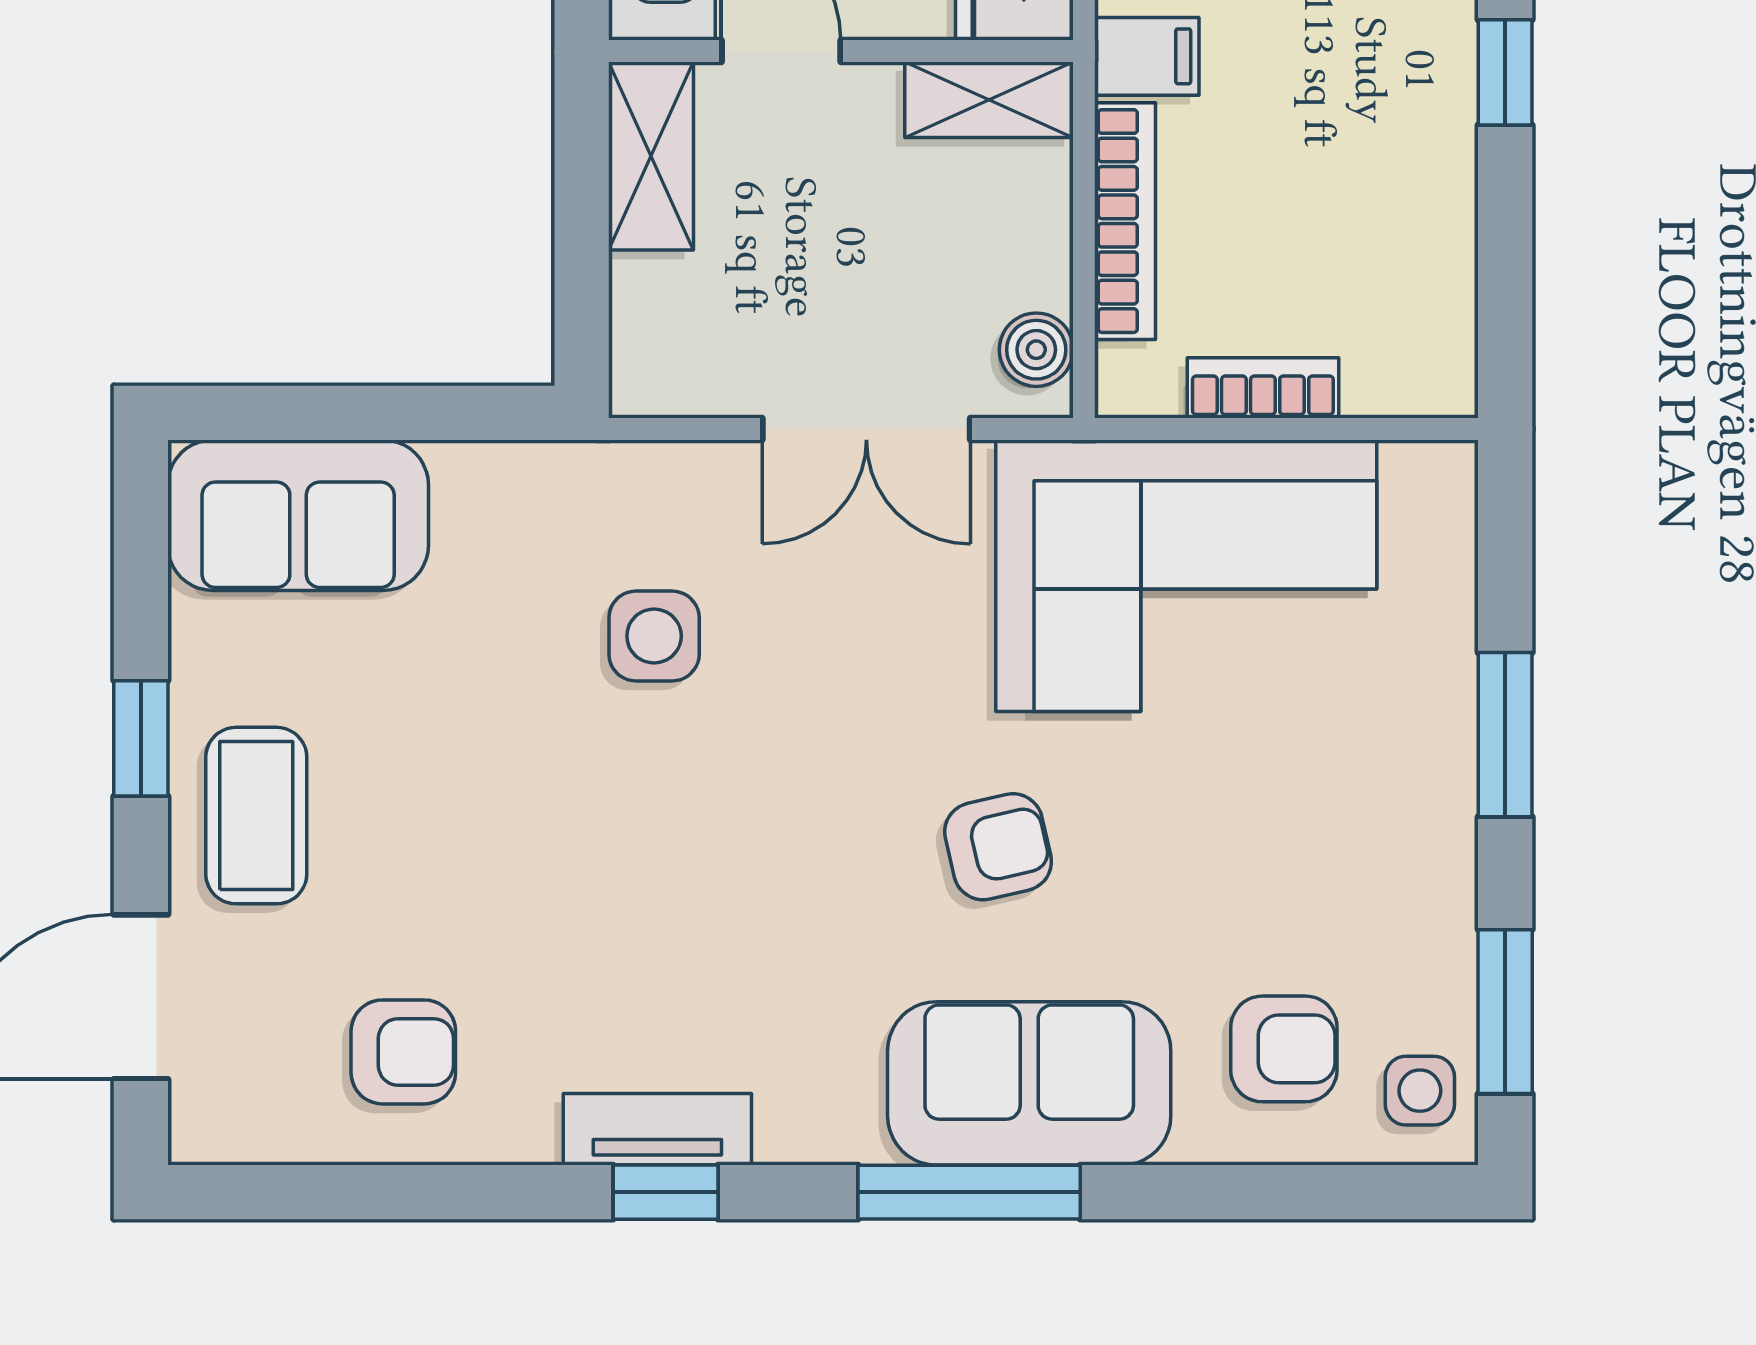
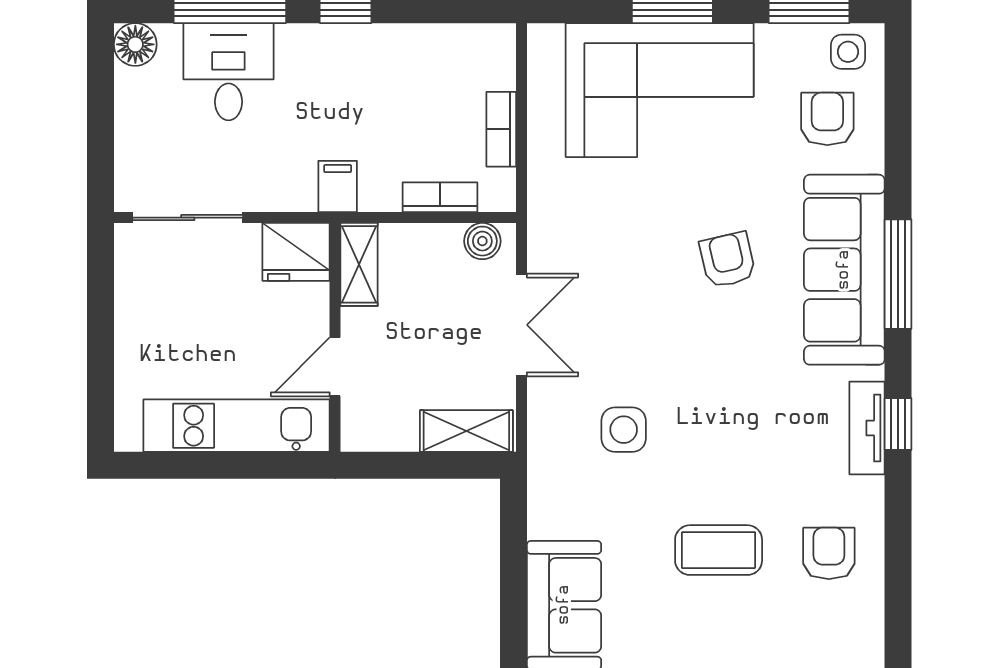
shelving: (651, 156) -> (466, 431), moved
bookcase: (1125, 221) -> (440, 197), width x0.64
corner sofa: (1186, 576) -> (660, 90), moved, turned 90
coffee table: (256, 816) -> (719, 550), moved
sofa: (1029, 1083) -> (844, 270), width x1.36

